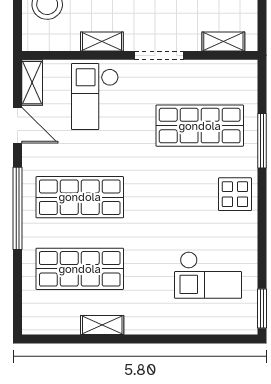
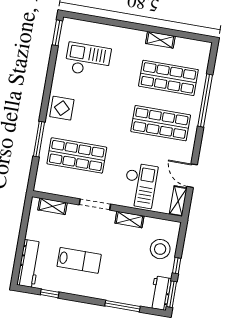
window: (18, 208) -> (205, 100), moved

